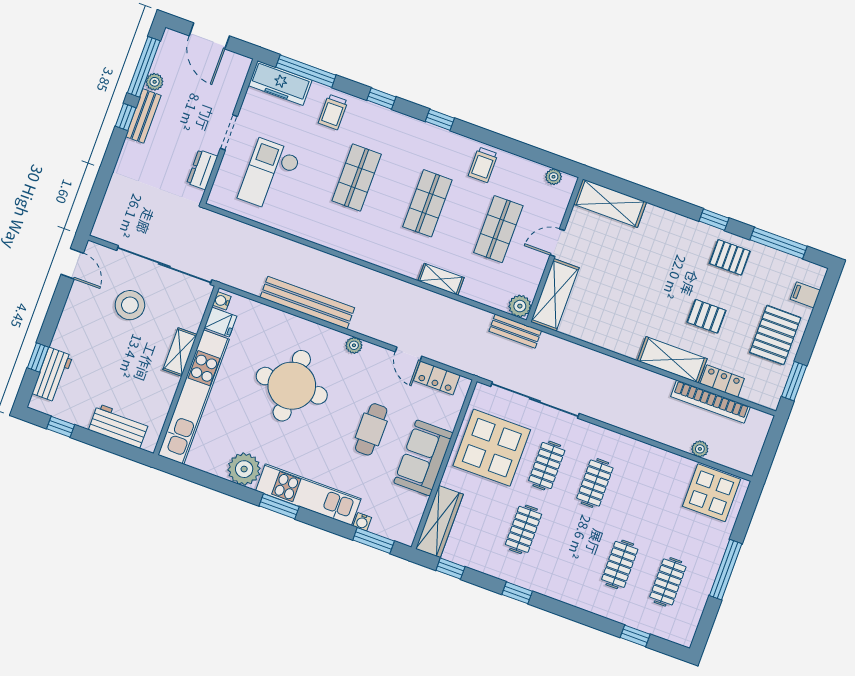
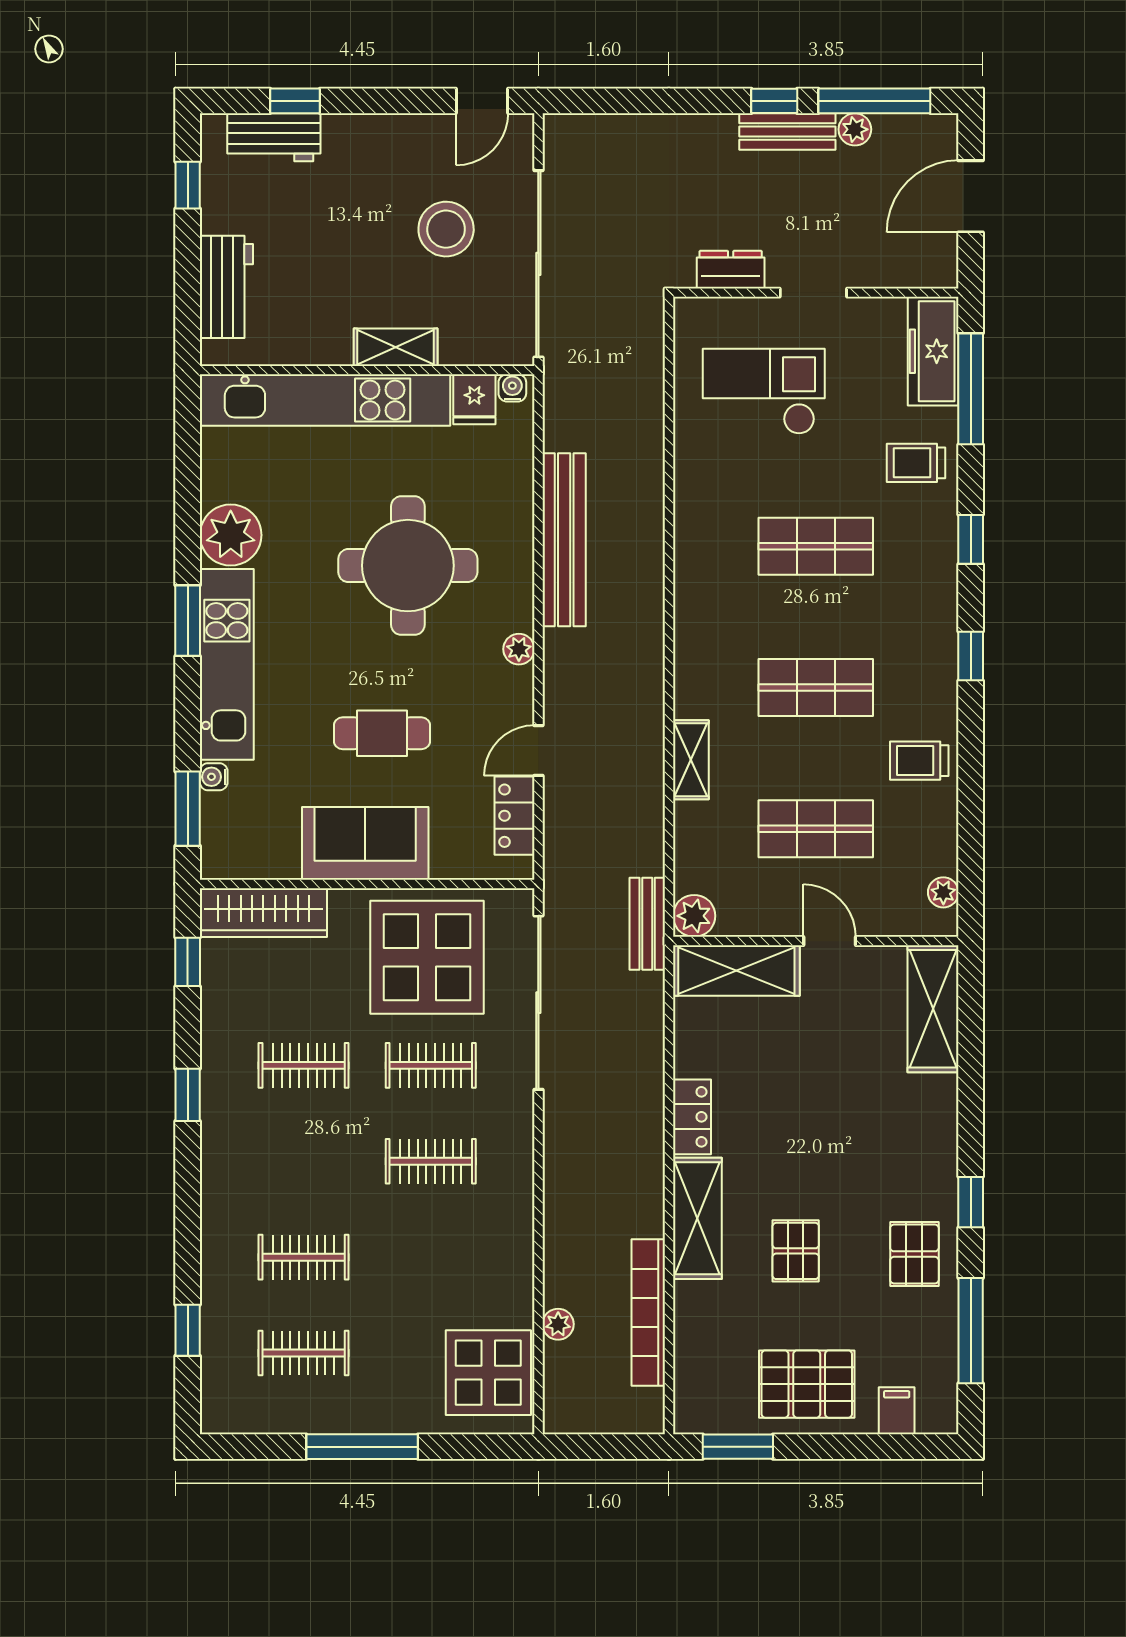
locker: (722, 381) -> (692, 1117), moved

